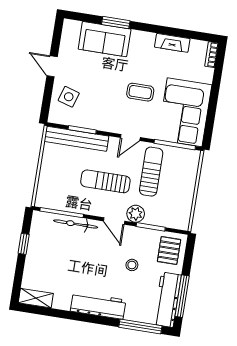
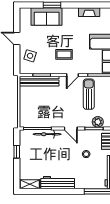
coffee table: (140, 92) -> (64, 54), moved
sun lounger: (105, 181) -> (61, 105), removed
plant: (136, 214) -> (98, 122), moved
workbench: (98, 306) -> (58, 183), moved

